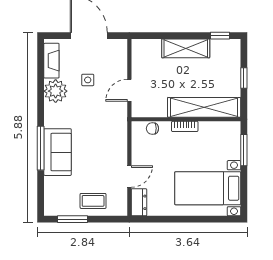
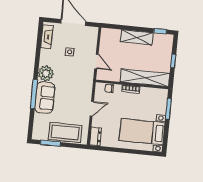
door: (129, 90) -> (96, 61), swing flipped
plant: (56, 91) -> (46, 73), moved
door: (129, 177) -> (92, 109), moved
coffee table: (93, 201) -> (65, 132), width x1.86, depth x1.72

